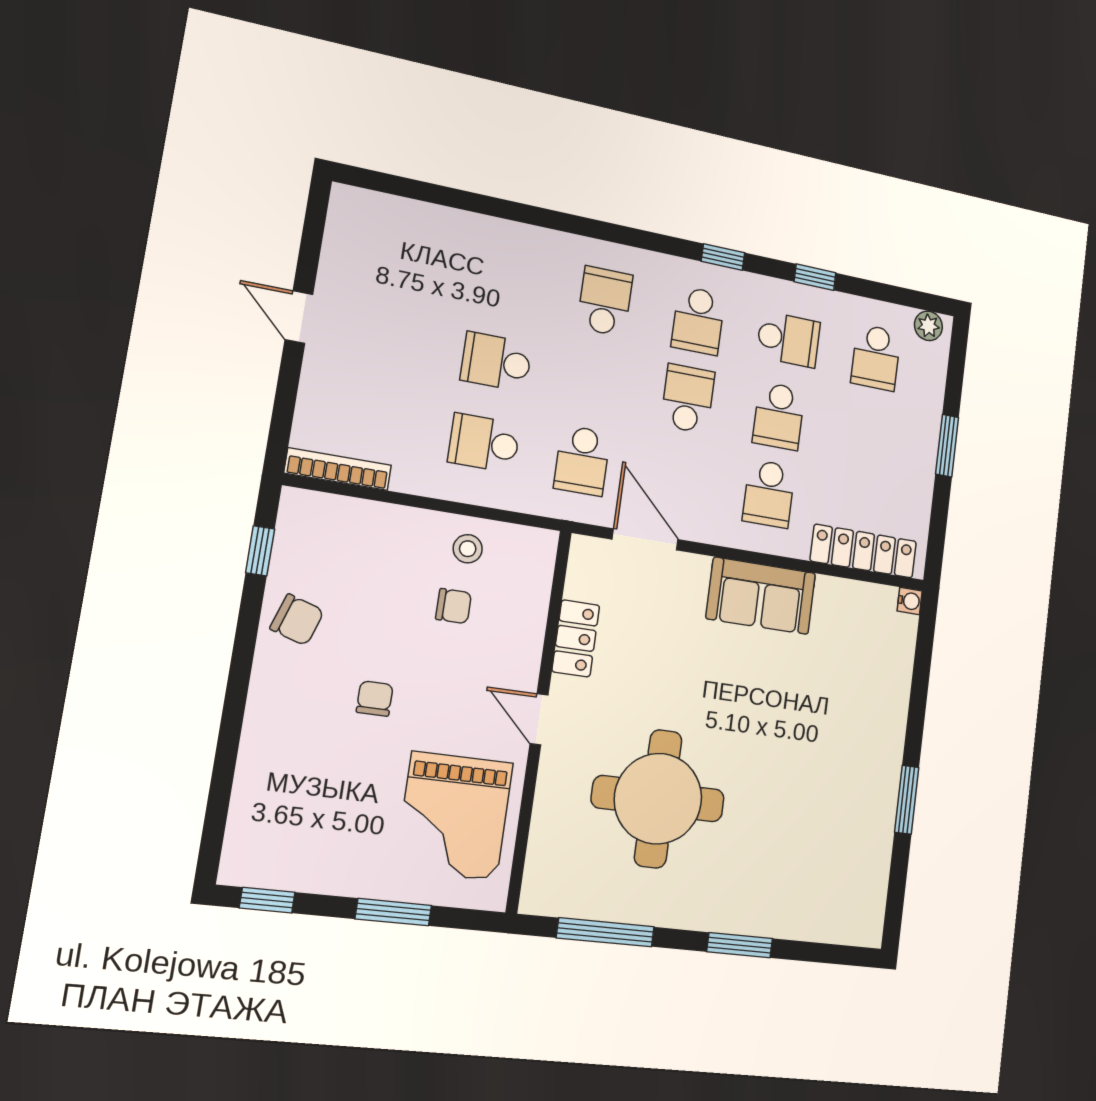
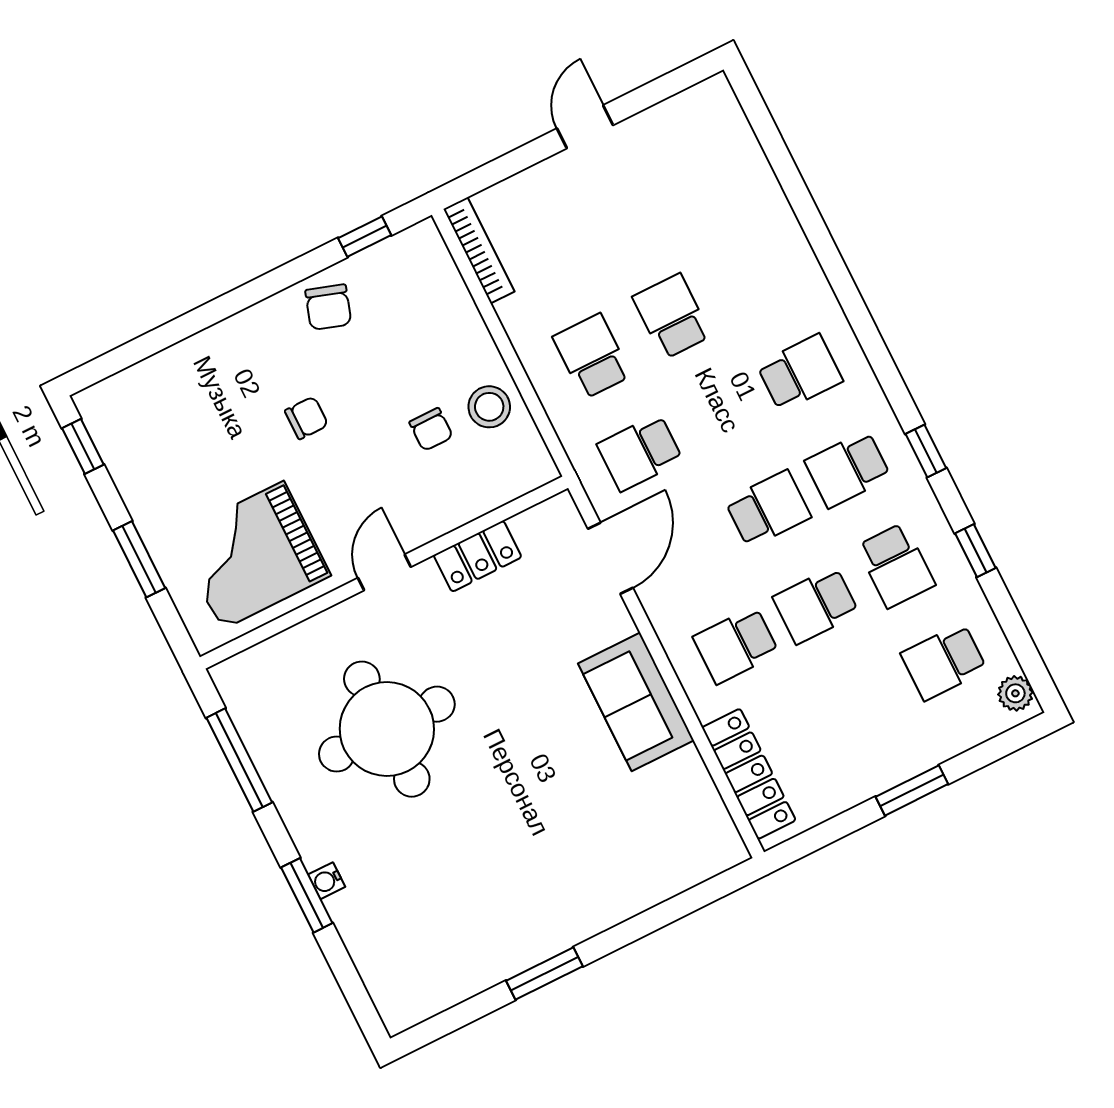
stool: (468, 549) -> (489, 407), width x1.37, depth x1.37
water cooler: (910, 601) -> (327, 881), moved, turned 90

